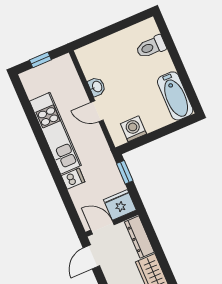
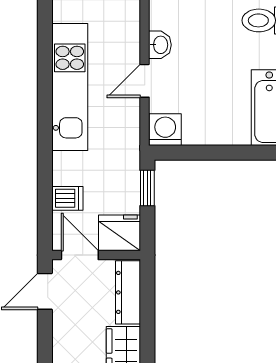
door: (97, 111) -> (145, 81), hinge flipped
washing machine: (133, 129) -> (165, 130), moved
dishwasher: (73, 179) -> (67, 198), moved

